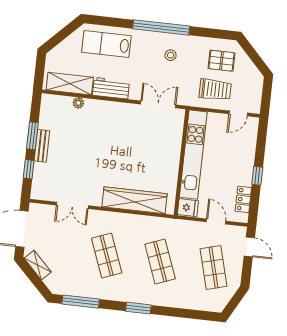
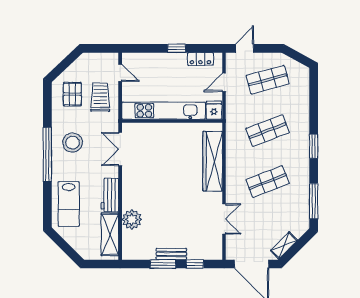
stool: (171, 55) -> (73, 143), width x1.89, depth x1.89
plant: (78, 103) -> (132, 220), width x1.88, depth x1.88

